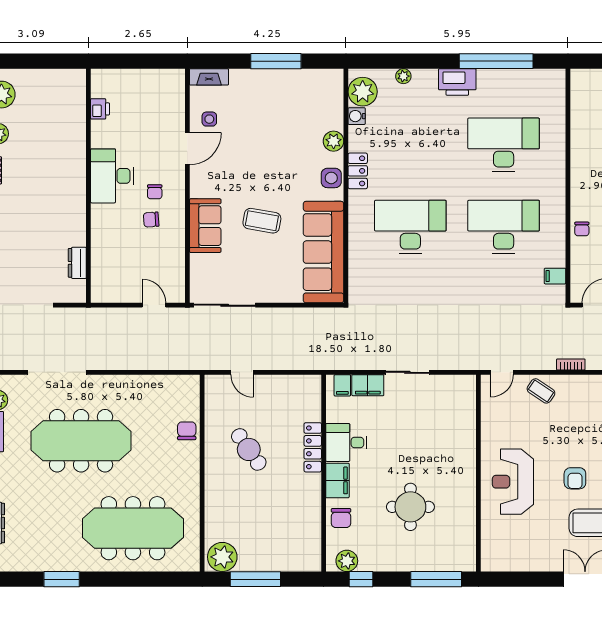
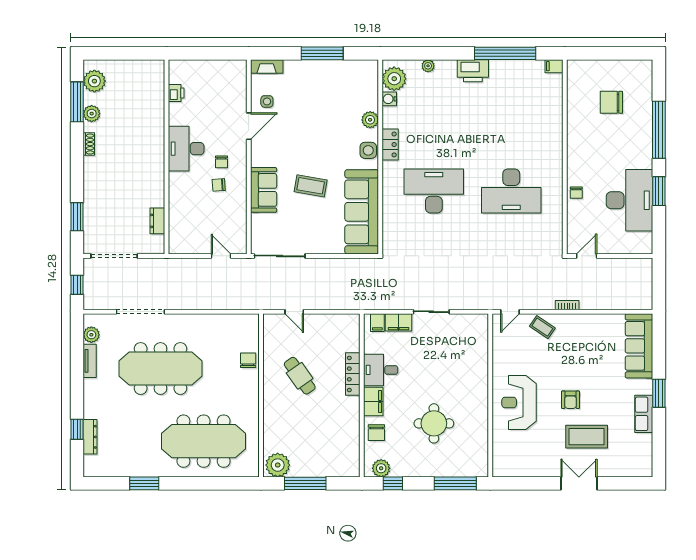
desk: (504, 145) -> (511, 123), removed
desk: (504, 227) -> (511, 191), turned 180
filing cabinet: (555, 276) -> (554, 66), moved

